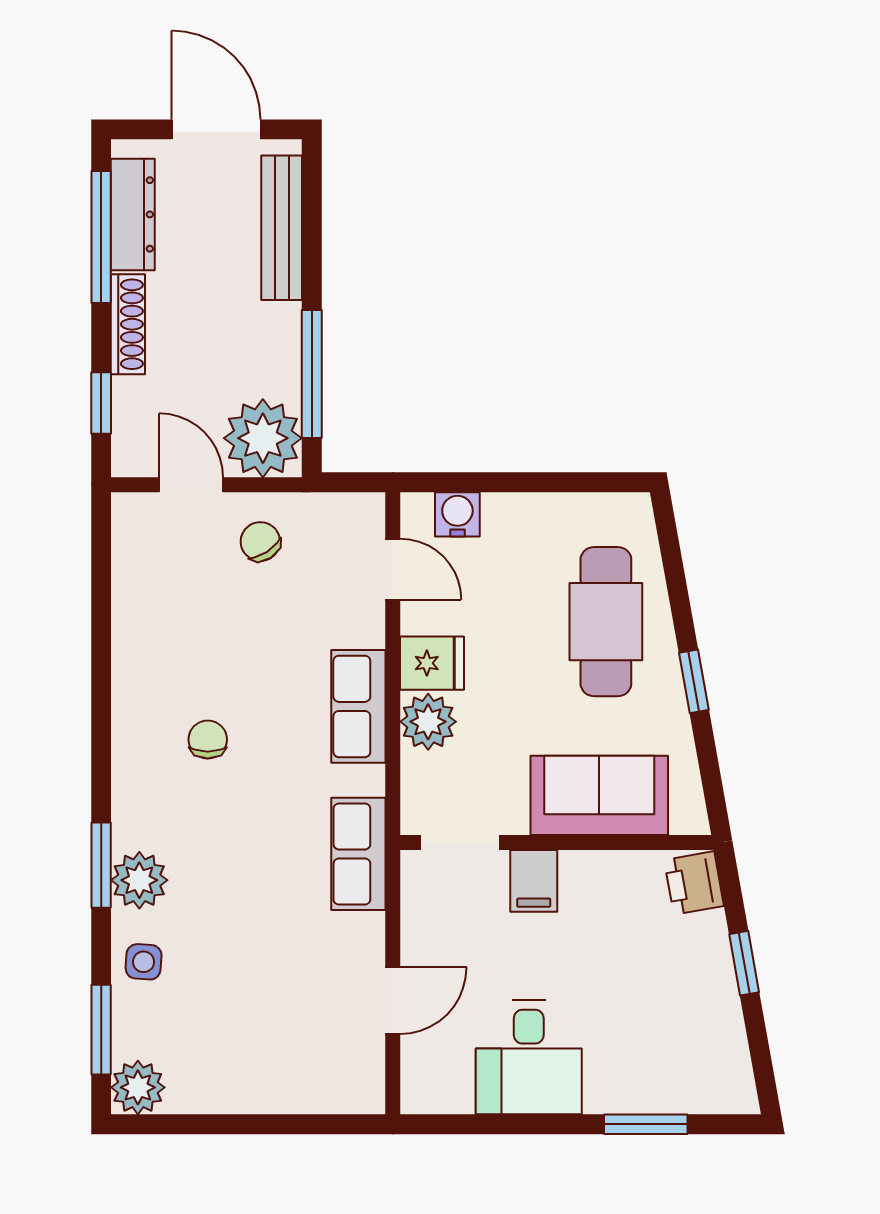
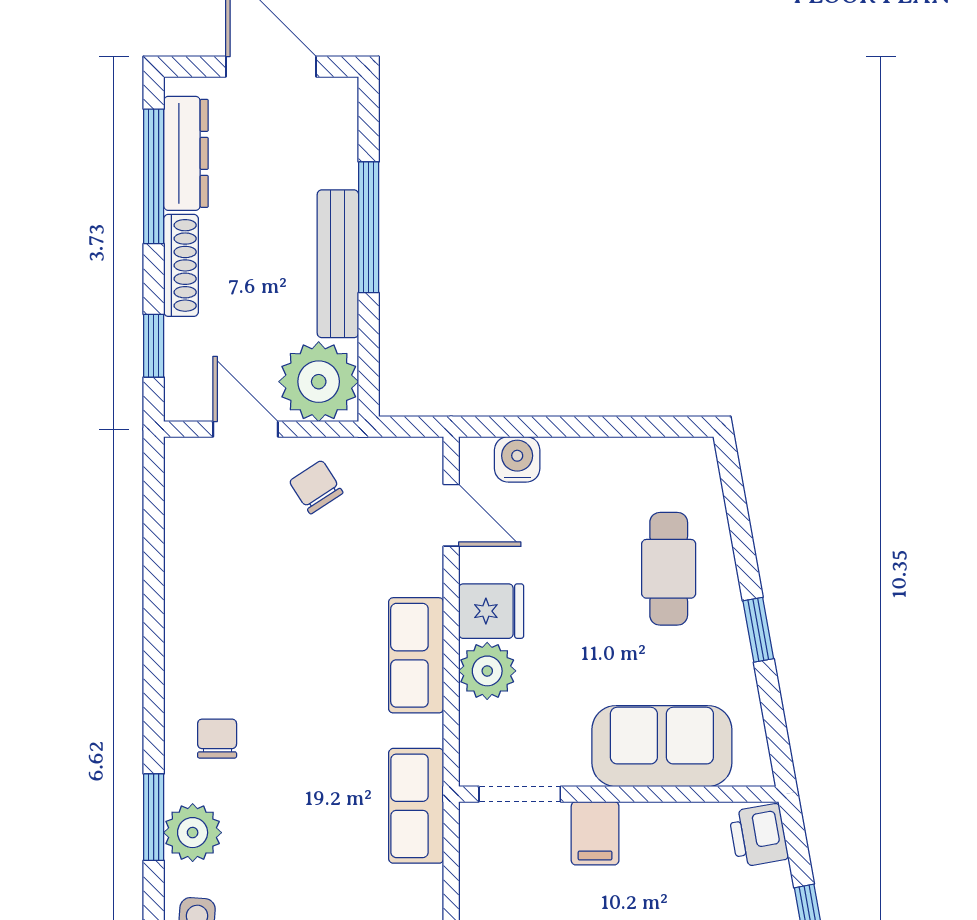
bench: (282, 228) -> (338, 264), moved
window: (312, 374) -> (369, 227), moved
cafe table: (606, 622) -> (669, 569), width x0.73, depth x0.74
chair: (208, 739) -> (217, 739), moved

